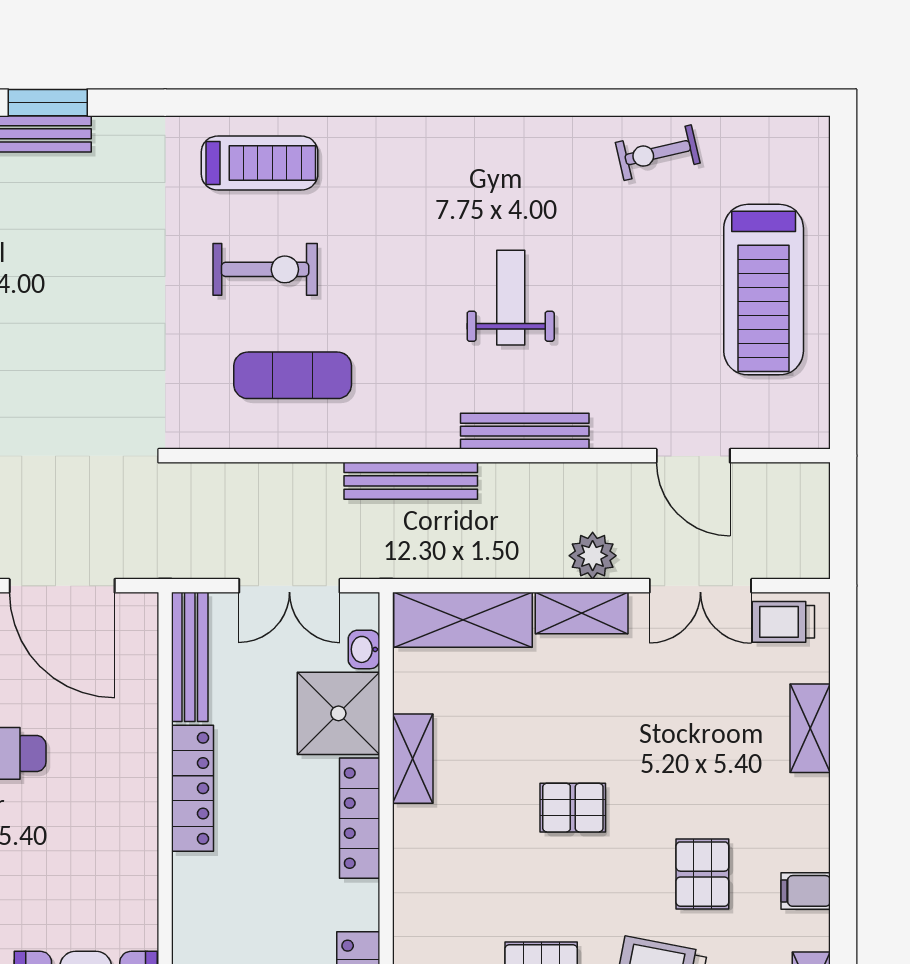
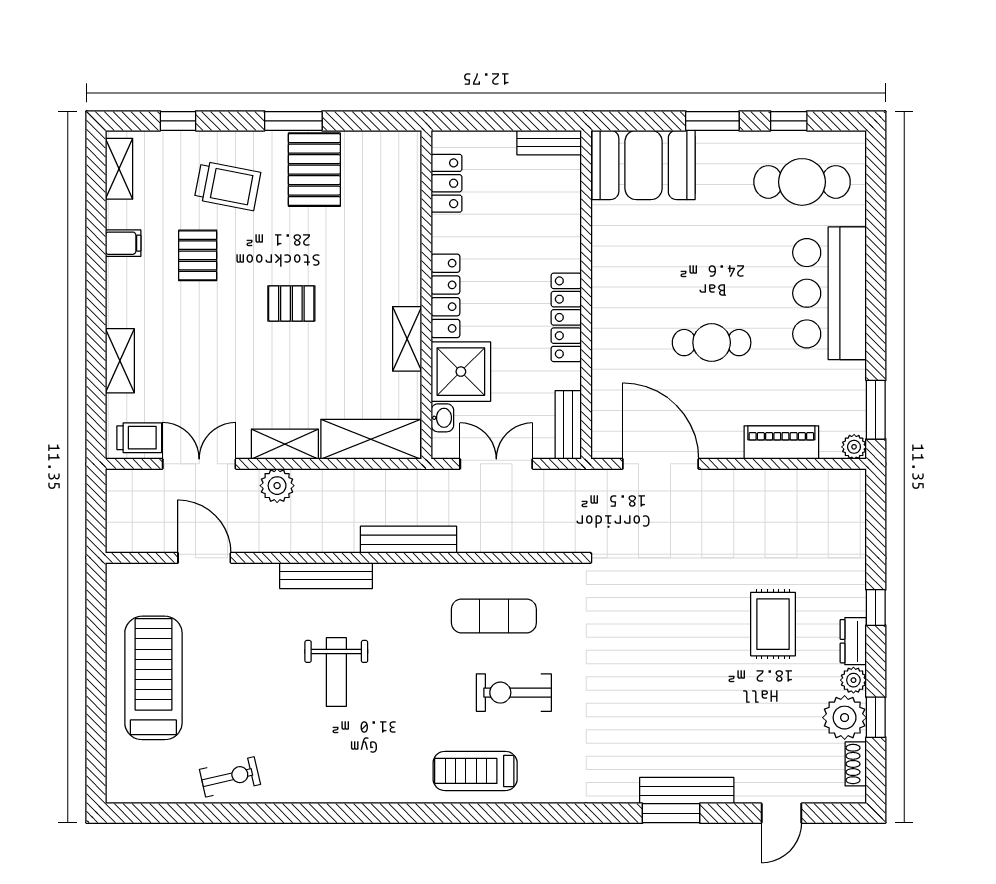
treadmill: (260, 163) -> (475, 771), moved
bench: (190, 657) -> (568, 425), width x0.73

